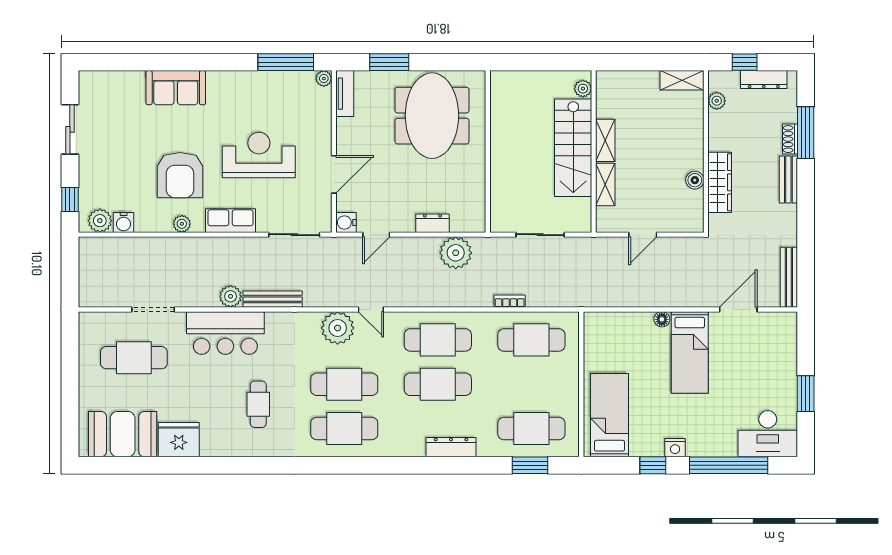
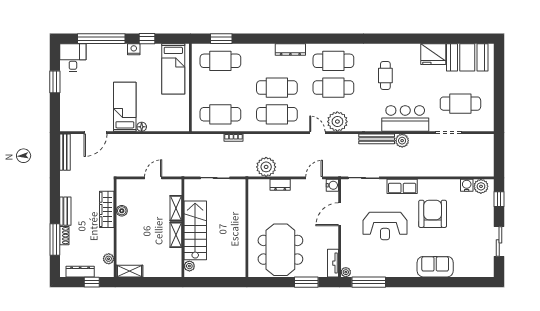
plant: (182, 224) -> (431, 184), removed
desk: (768, 434) -> (73, 58), width x0.73
dresser: (451, 447) -> (290, 50), moved

